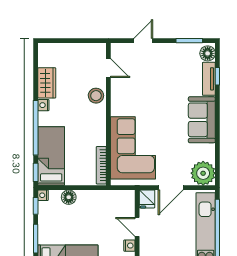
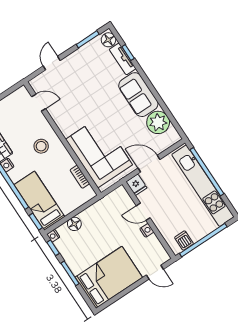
stool: (96, 96) -> (41, 146), moved
bookcase: (101, 165) -> (80, 177), width x0.64
plant: (203, 173) -> (158, 122), moved
door: (171, 188) -> (149, 164), swing flipped

